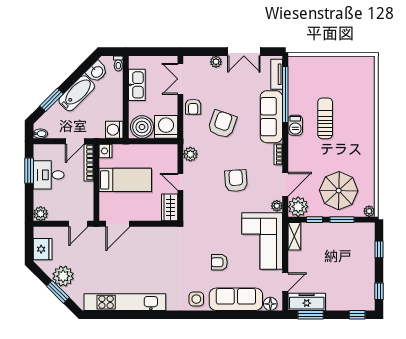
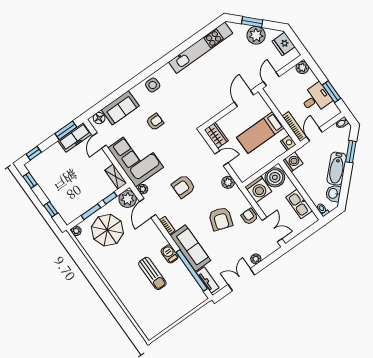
armchair: (236, 181) -> (183, 186), turned 94
sofa: (236, 299) -> (120, 108), width x0.73

